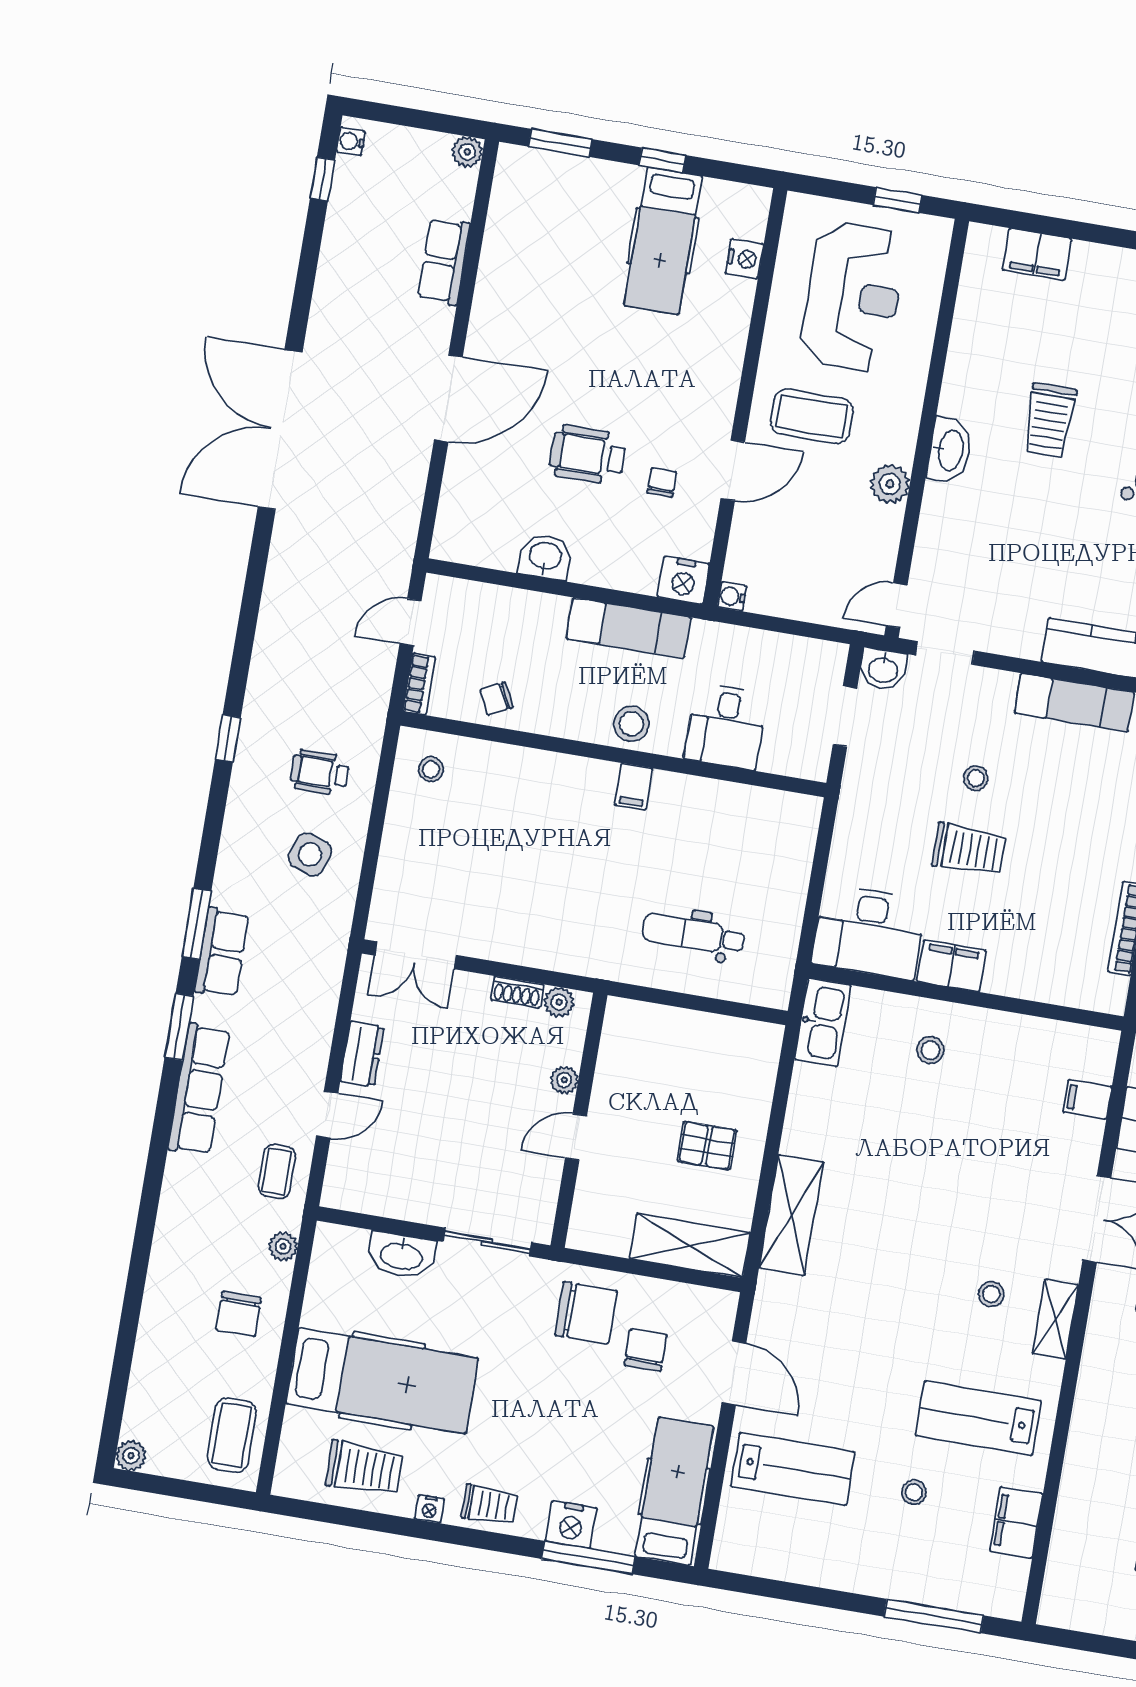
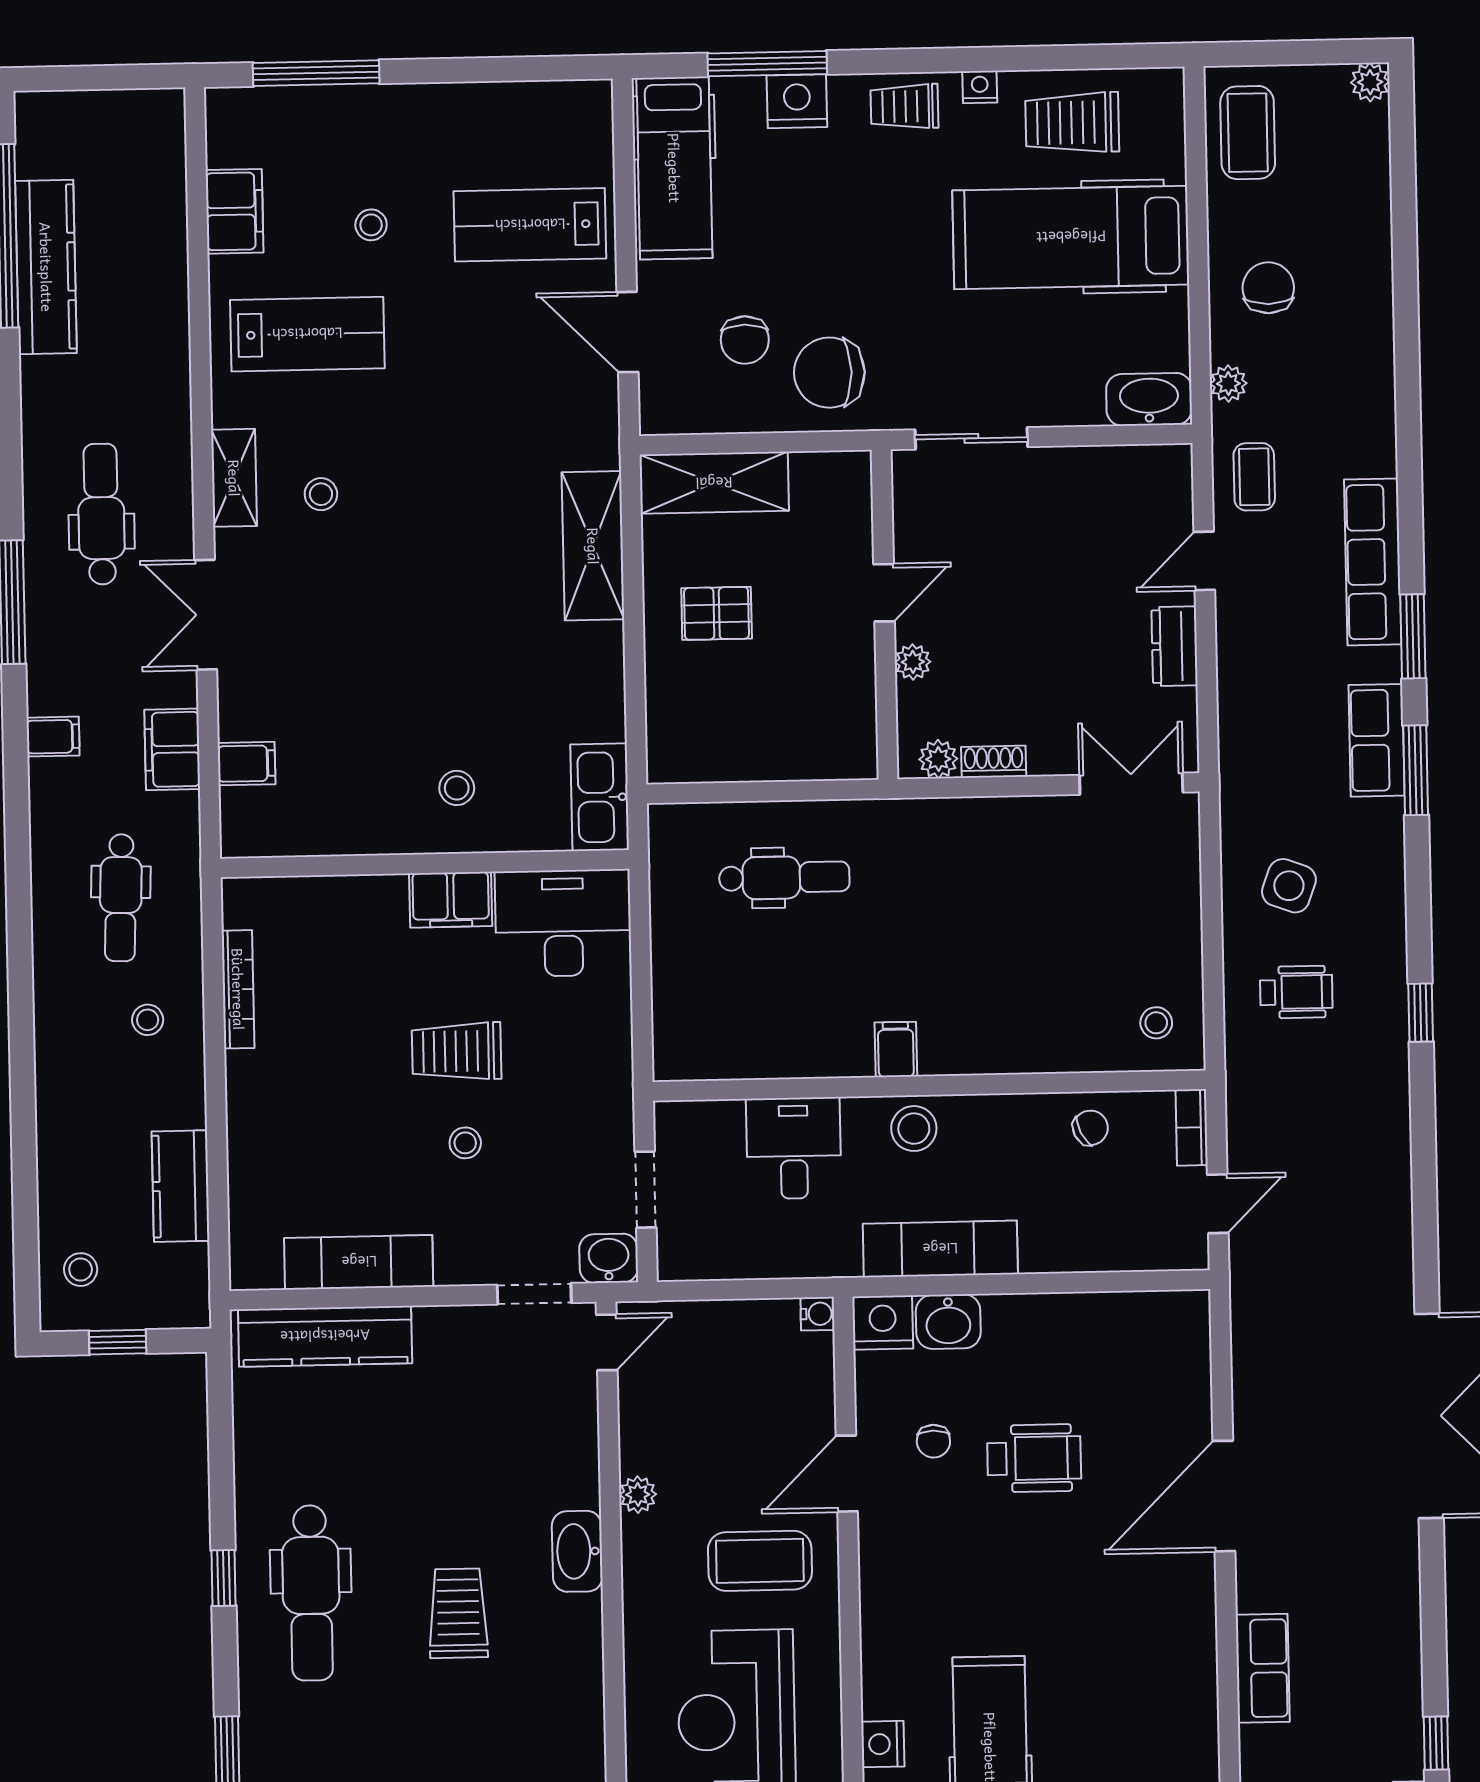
plant: (890, 484) -> (638, 1495), width x0.73, depth x0.73
washbasin: (545, 557) -> (948, 1322), moved
washbasin: (401, 1255) -> (1149, 399), moved

